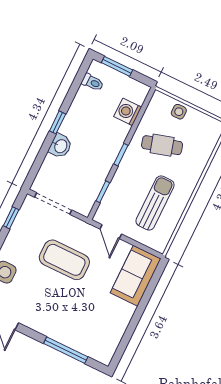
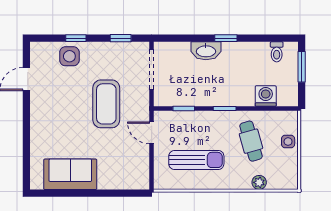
washbasin: (60, 146) -> (206, 51), width x1.38
plant: (203, 156) -> (259, 182), added
door: (111, 232) -> (152, 133), hinge flipped
sofa: (136, 276) -> (70, 174), moved
window: (66, 350) -> (26, 144), removed

